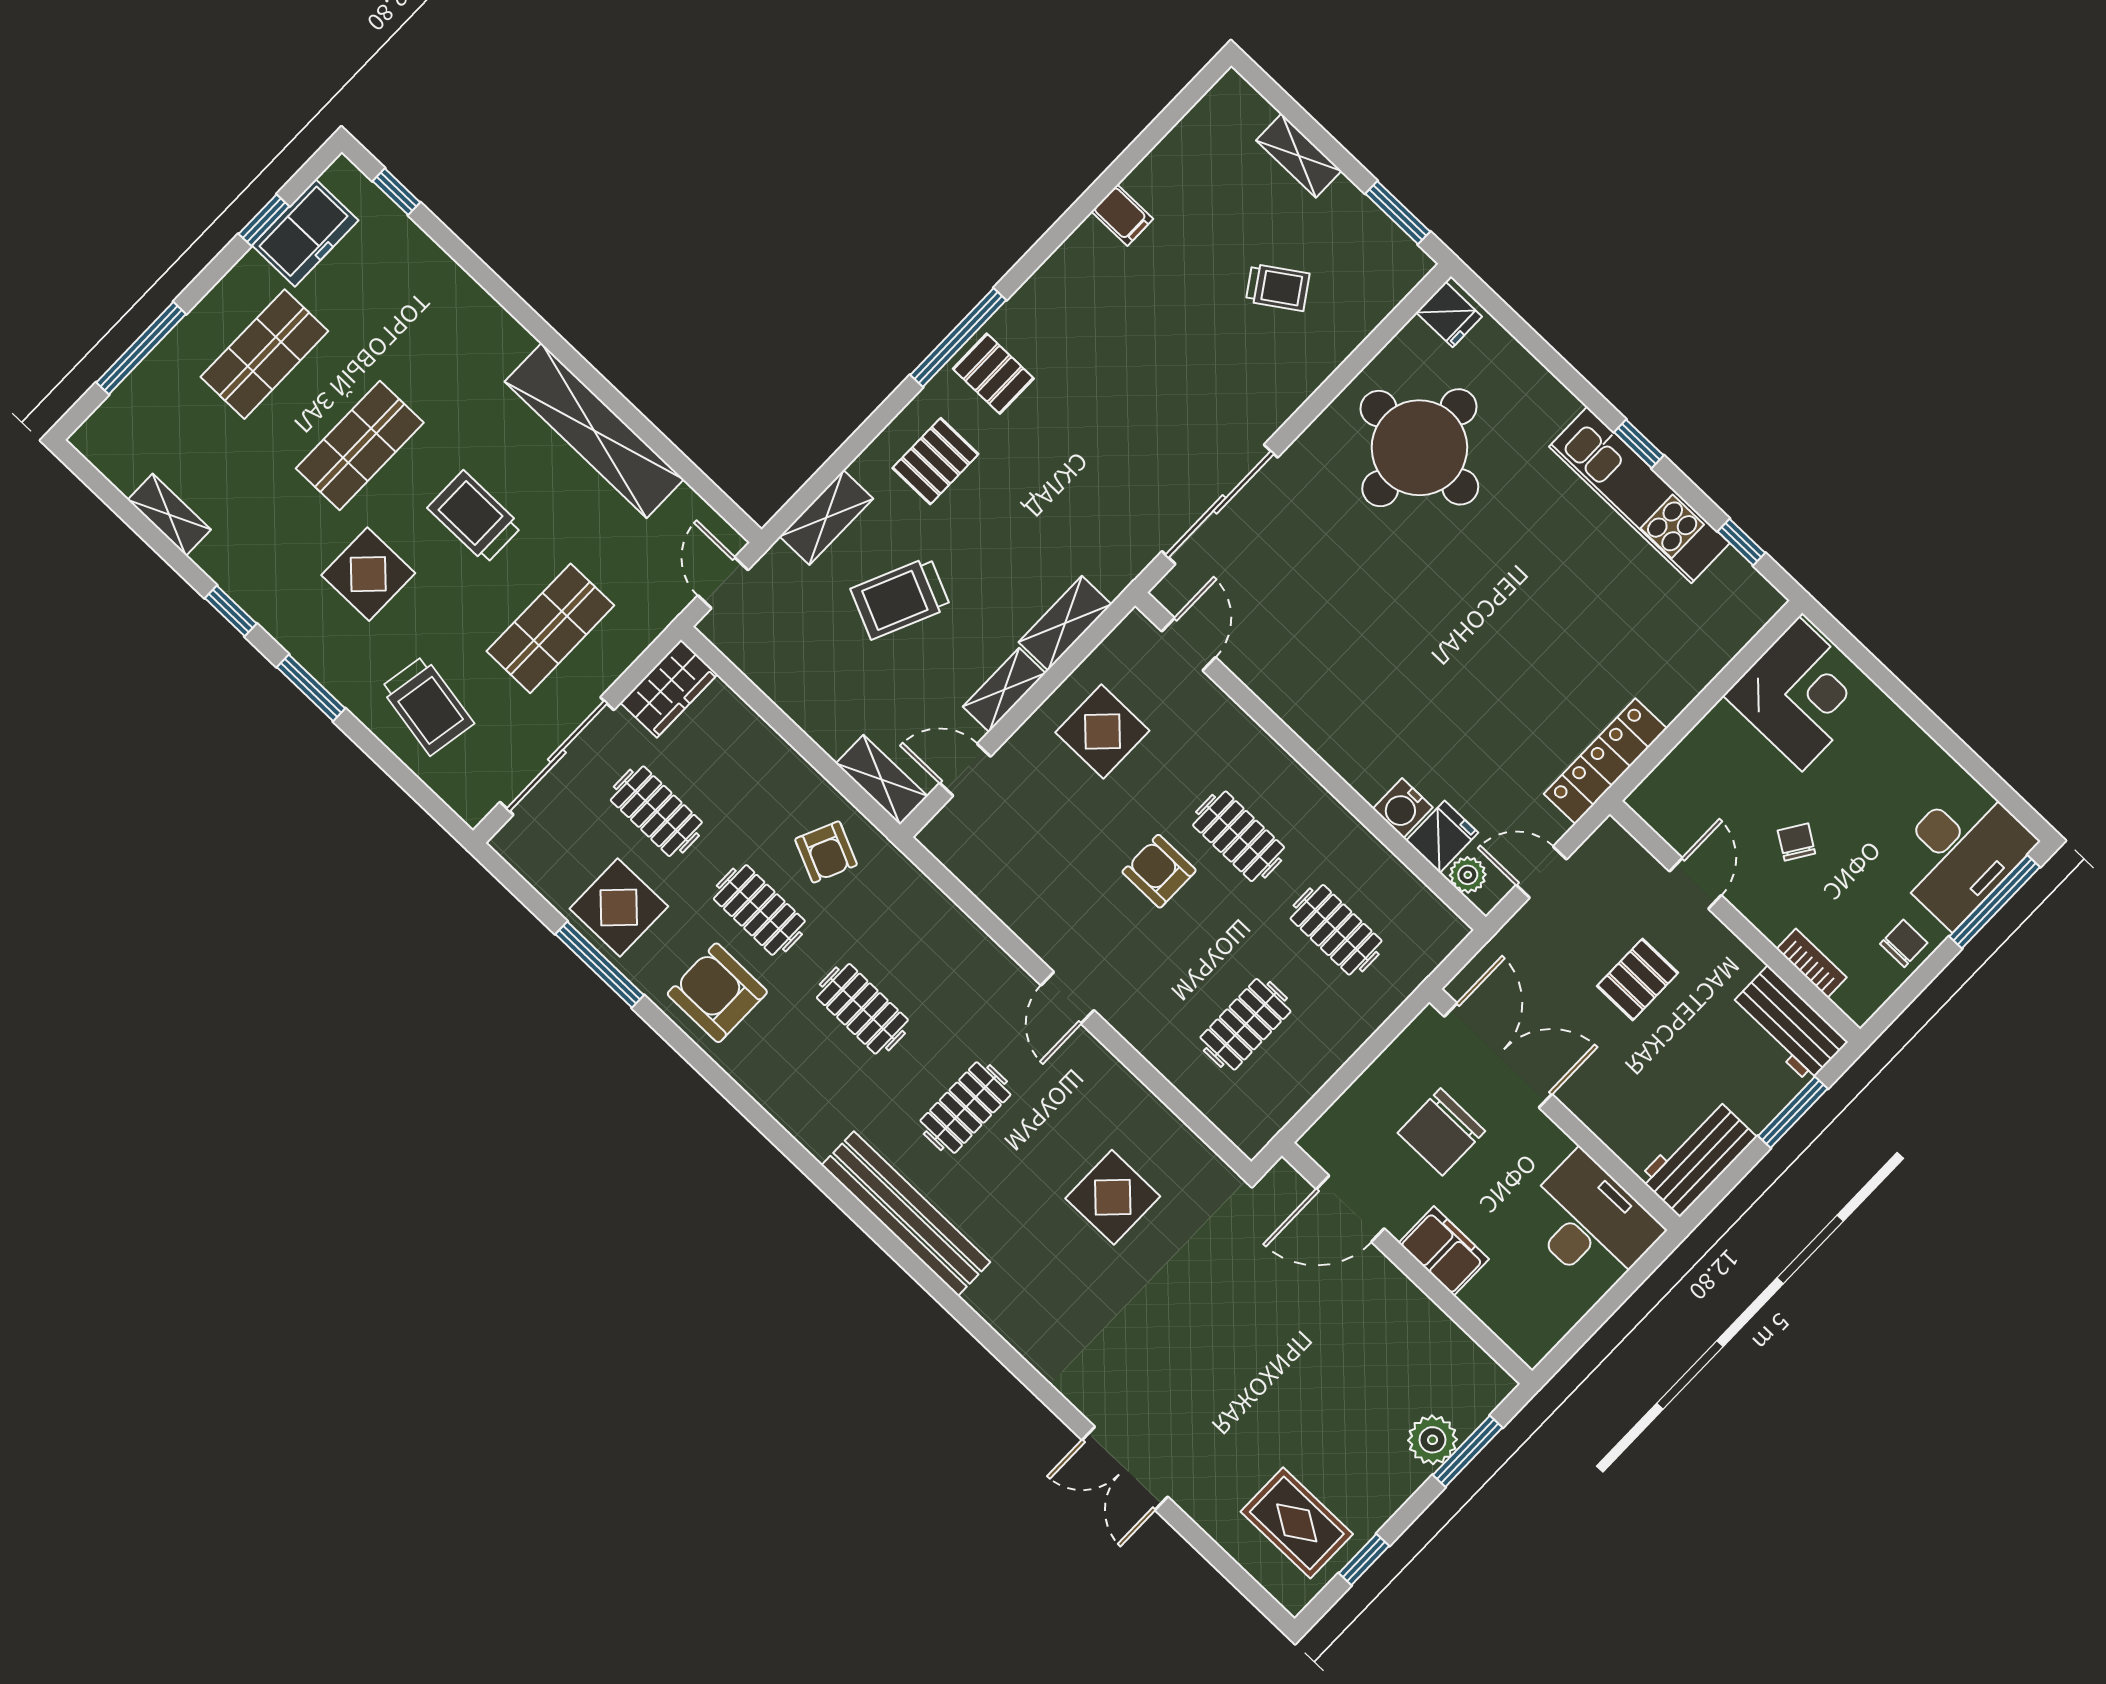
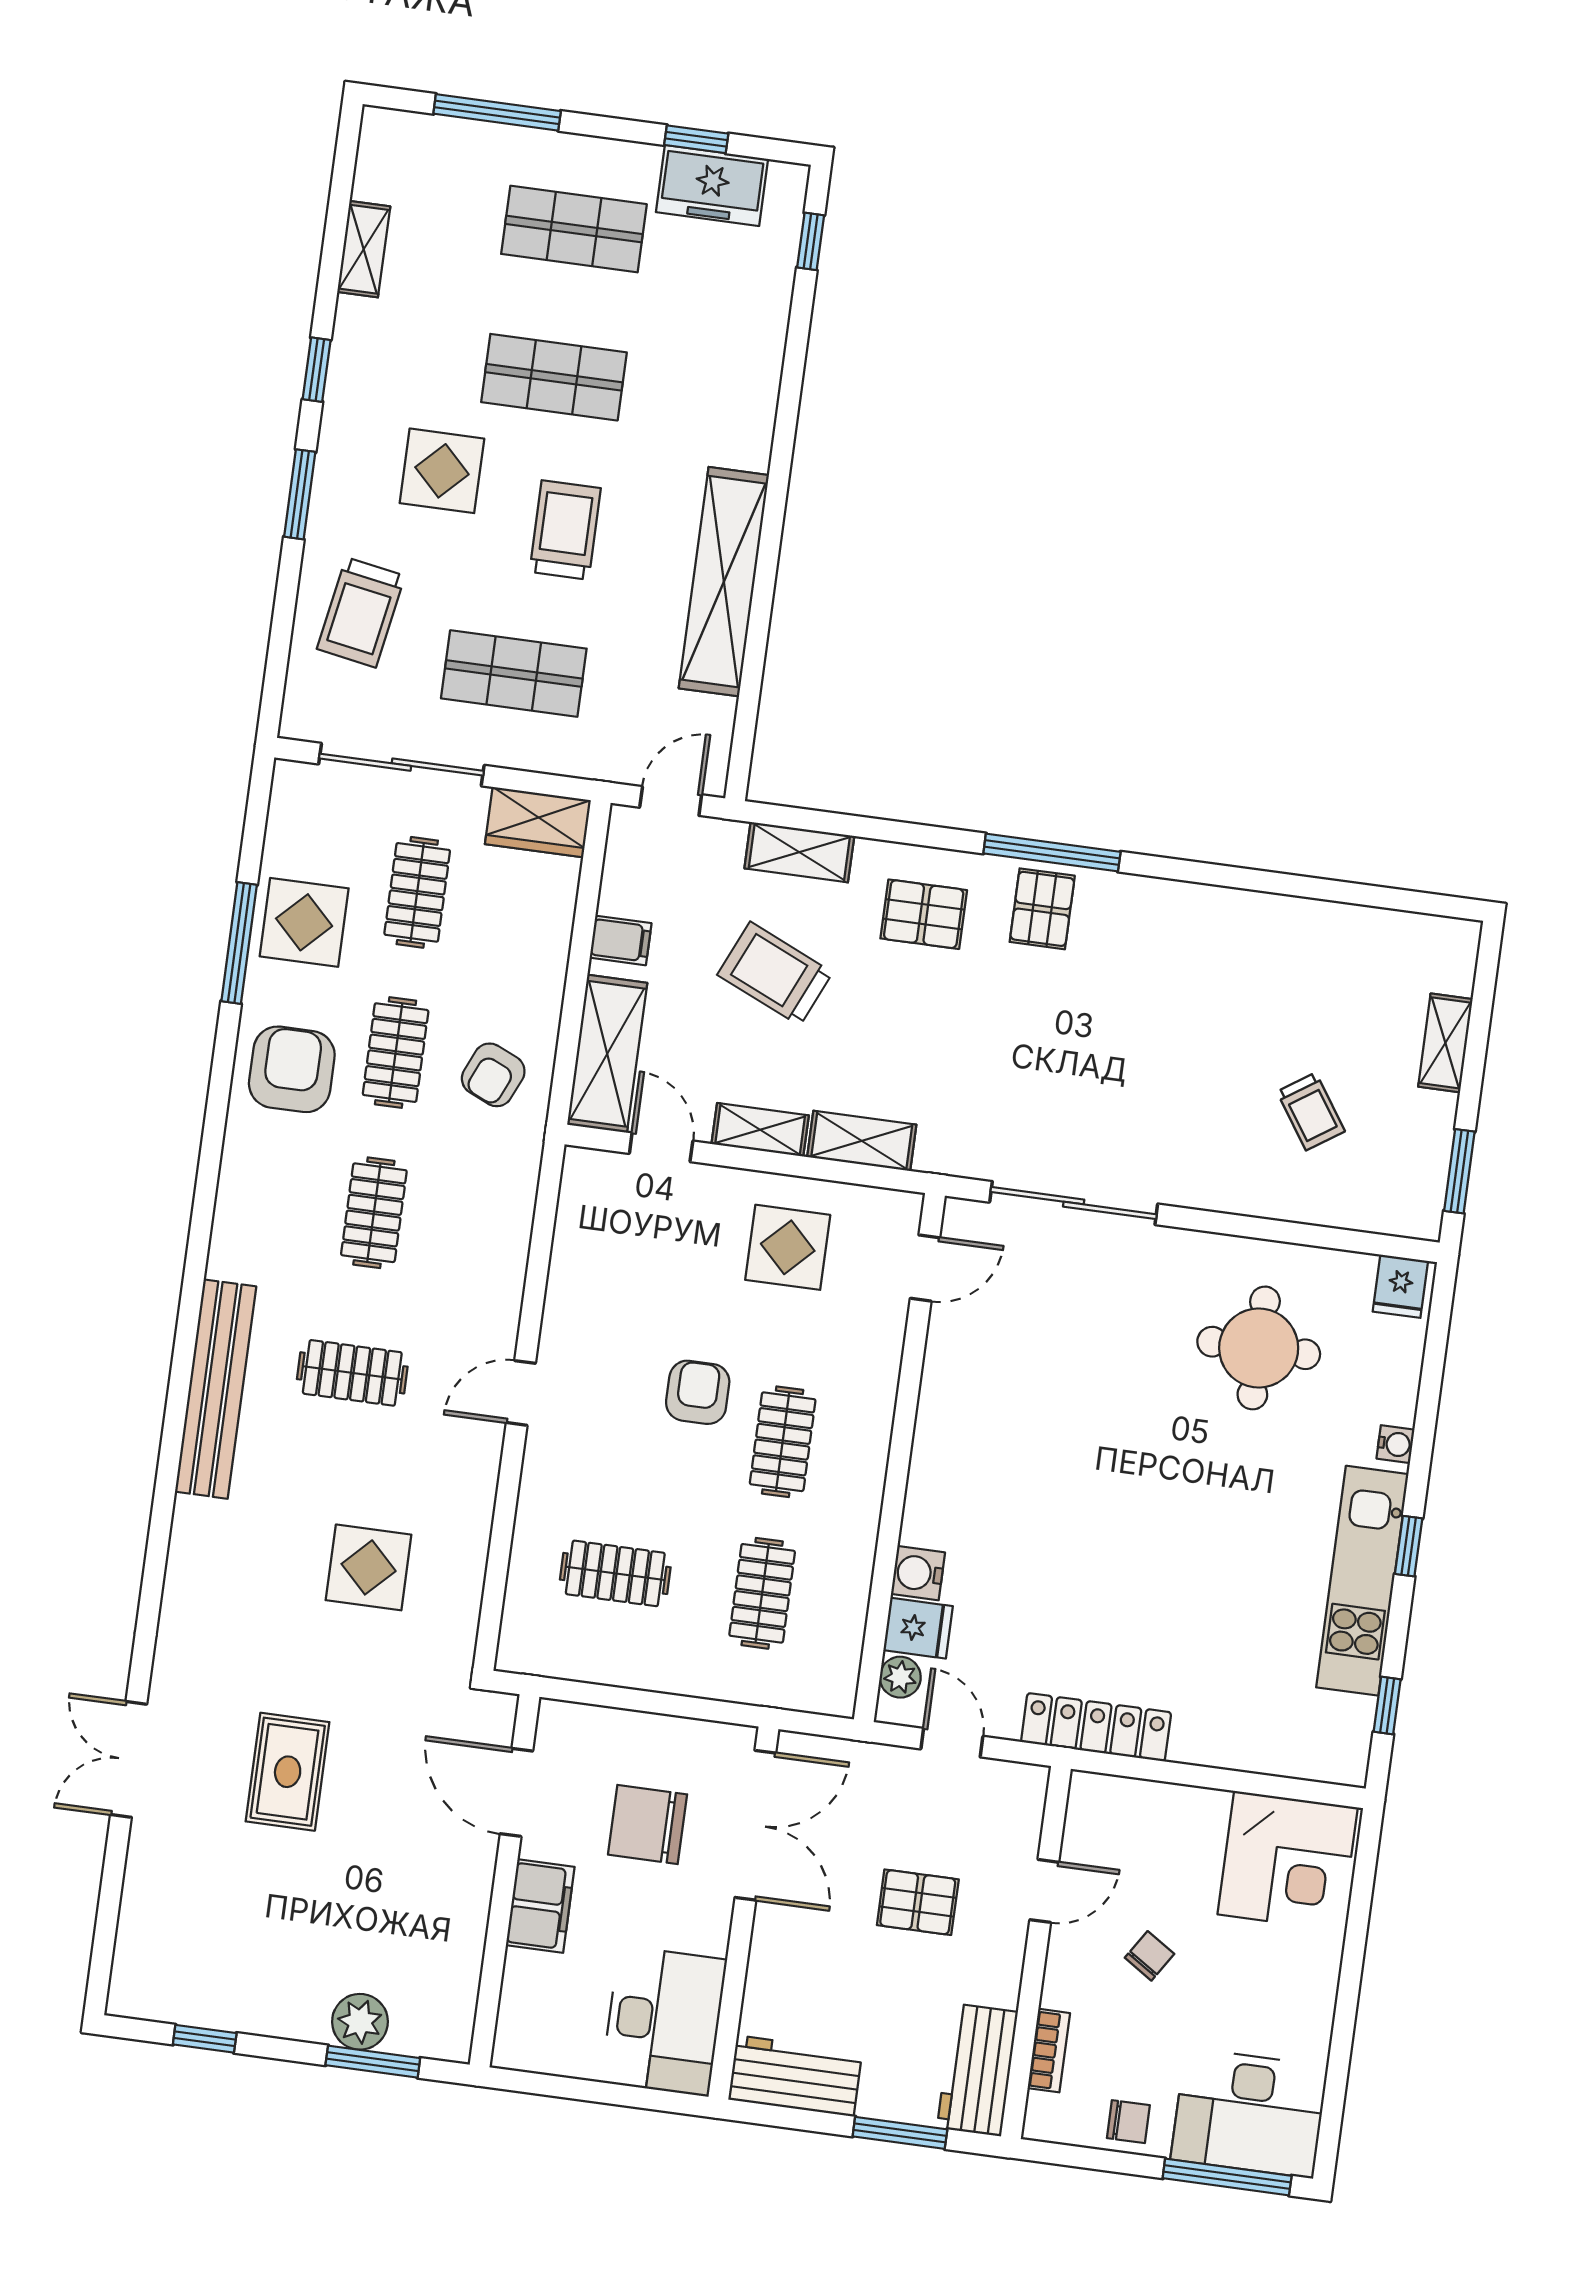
filing cabinet: (1122, 215) -> (621, 940), moved, turned -90
water cooler: (1559, 400) -> (1395, 1444), added
round table: (1419, 448) -> (1259, 1348), width x0.73, depth x0.73
shelving: (882, 780) -> (607, 1054), width x1.50, depth x1.33
rug: (1297, 1523) -> (288, 1772), moved

